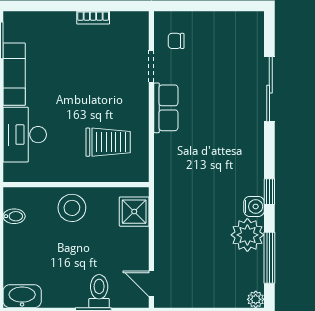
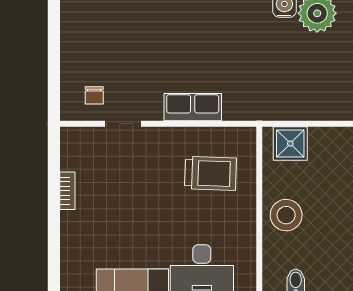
row of seats: (166, 108) -> (193, 107), moved
trolley: (108, 142) -> (211, 173), turned 92

